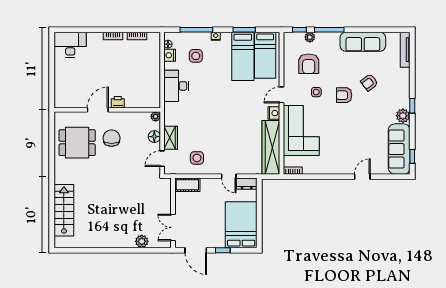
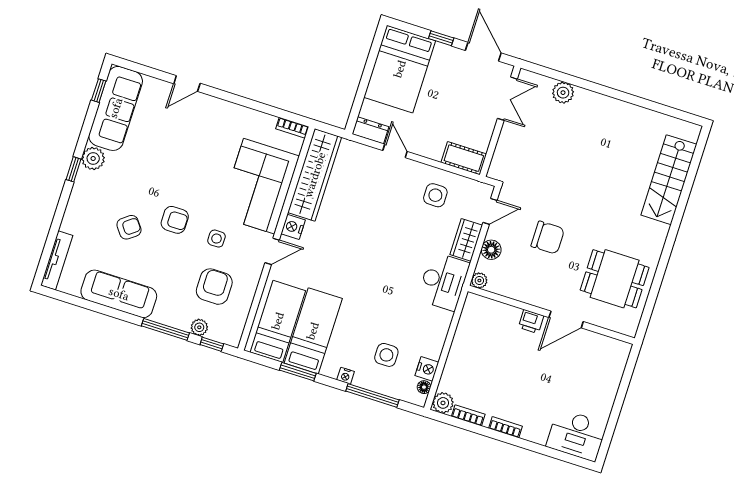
plant: (154, 38) -> (443, 403), added
desk: (176, 86) -> (443, 281), moved
chair: (112, 138) -> (548, 238), moved, turned -90

